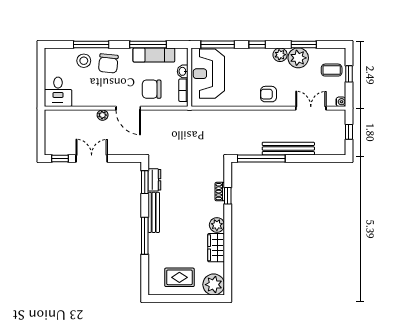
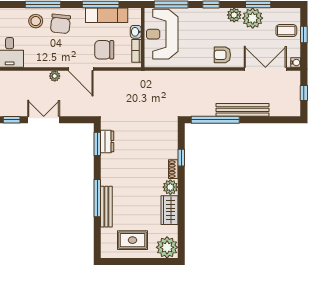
double door: (311, 108) -> (265, 69), width x1.37
shoe rack: (220, 192) -> (173, 169), moved
bench: (154, 212) -> (106, 207), moved

